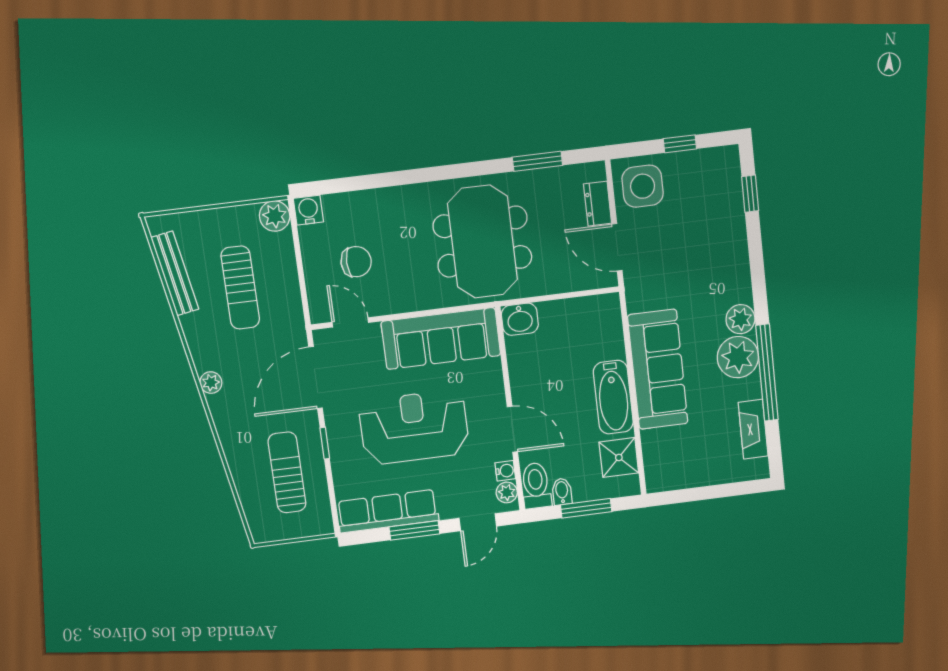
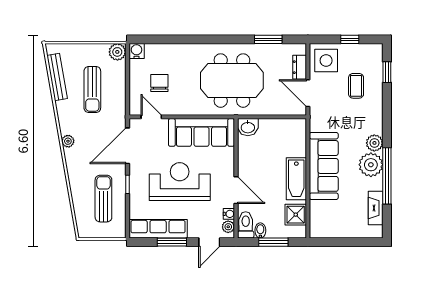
coffee table: (699, 224) -> (356, 86), added
meeting table: (482, 242) -> (232, 81), turned 90
chair: (356, 262) -> (159, 83), turned -90

